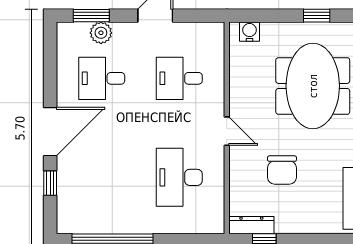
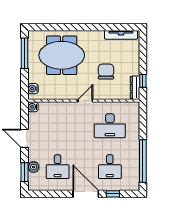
window: (317, 16) -> (24, 53), width x2.17
water cooler: (215, 31) -> (33, 107), added
desk: (179, 78) -> (110, 167), moved
chair: (282, 170) -> (106, 72), turned -90

